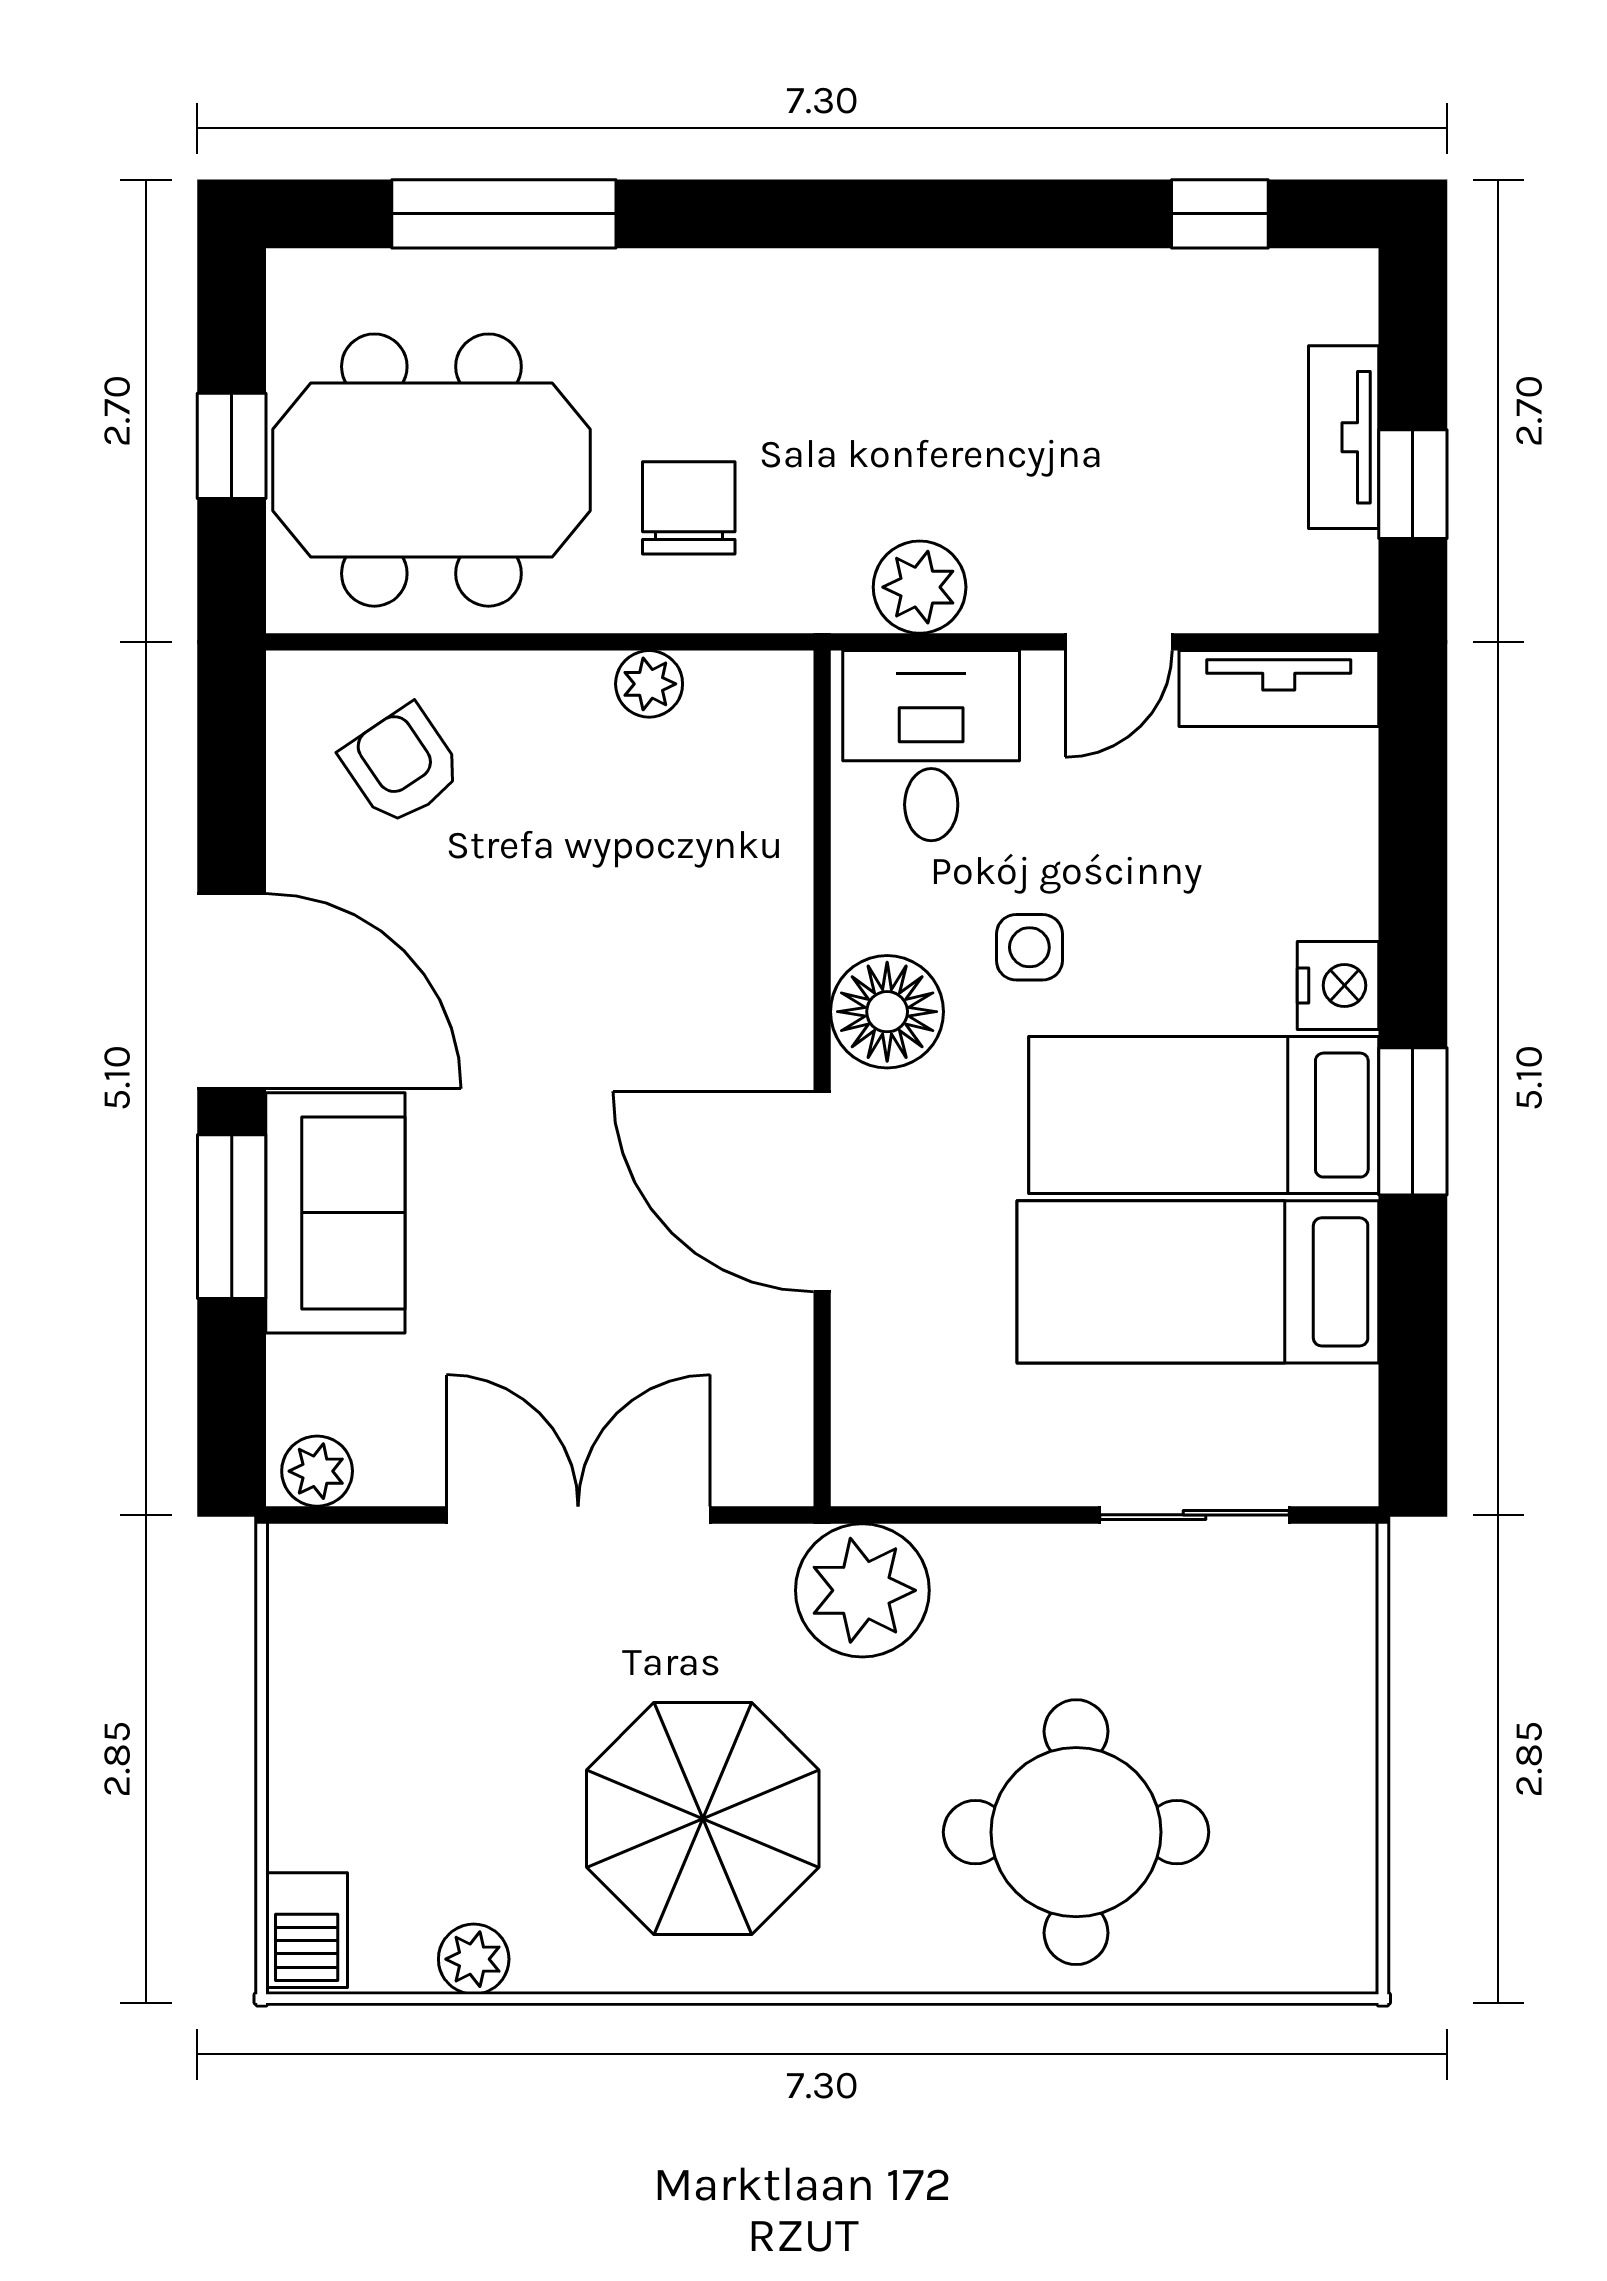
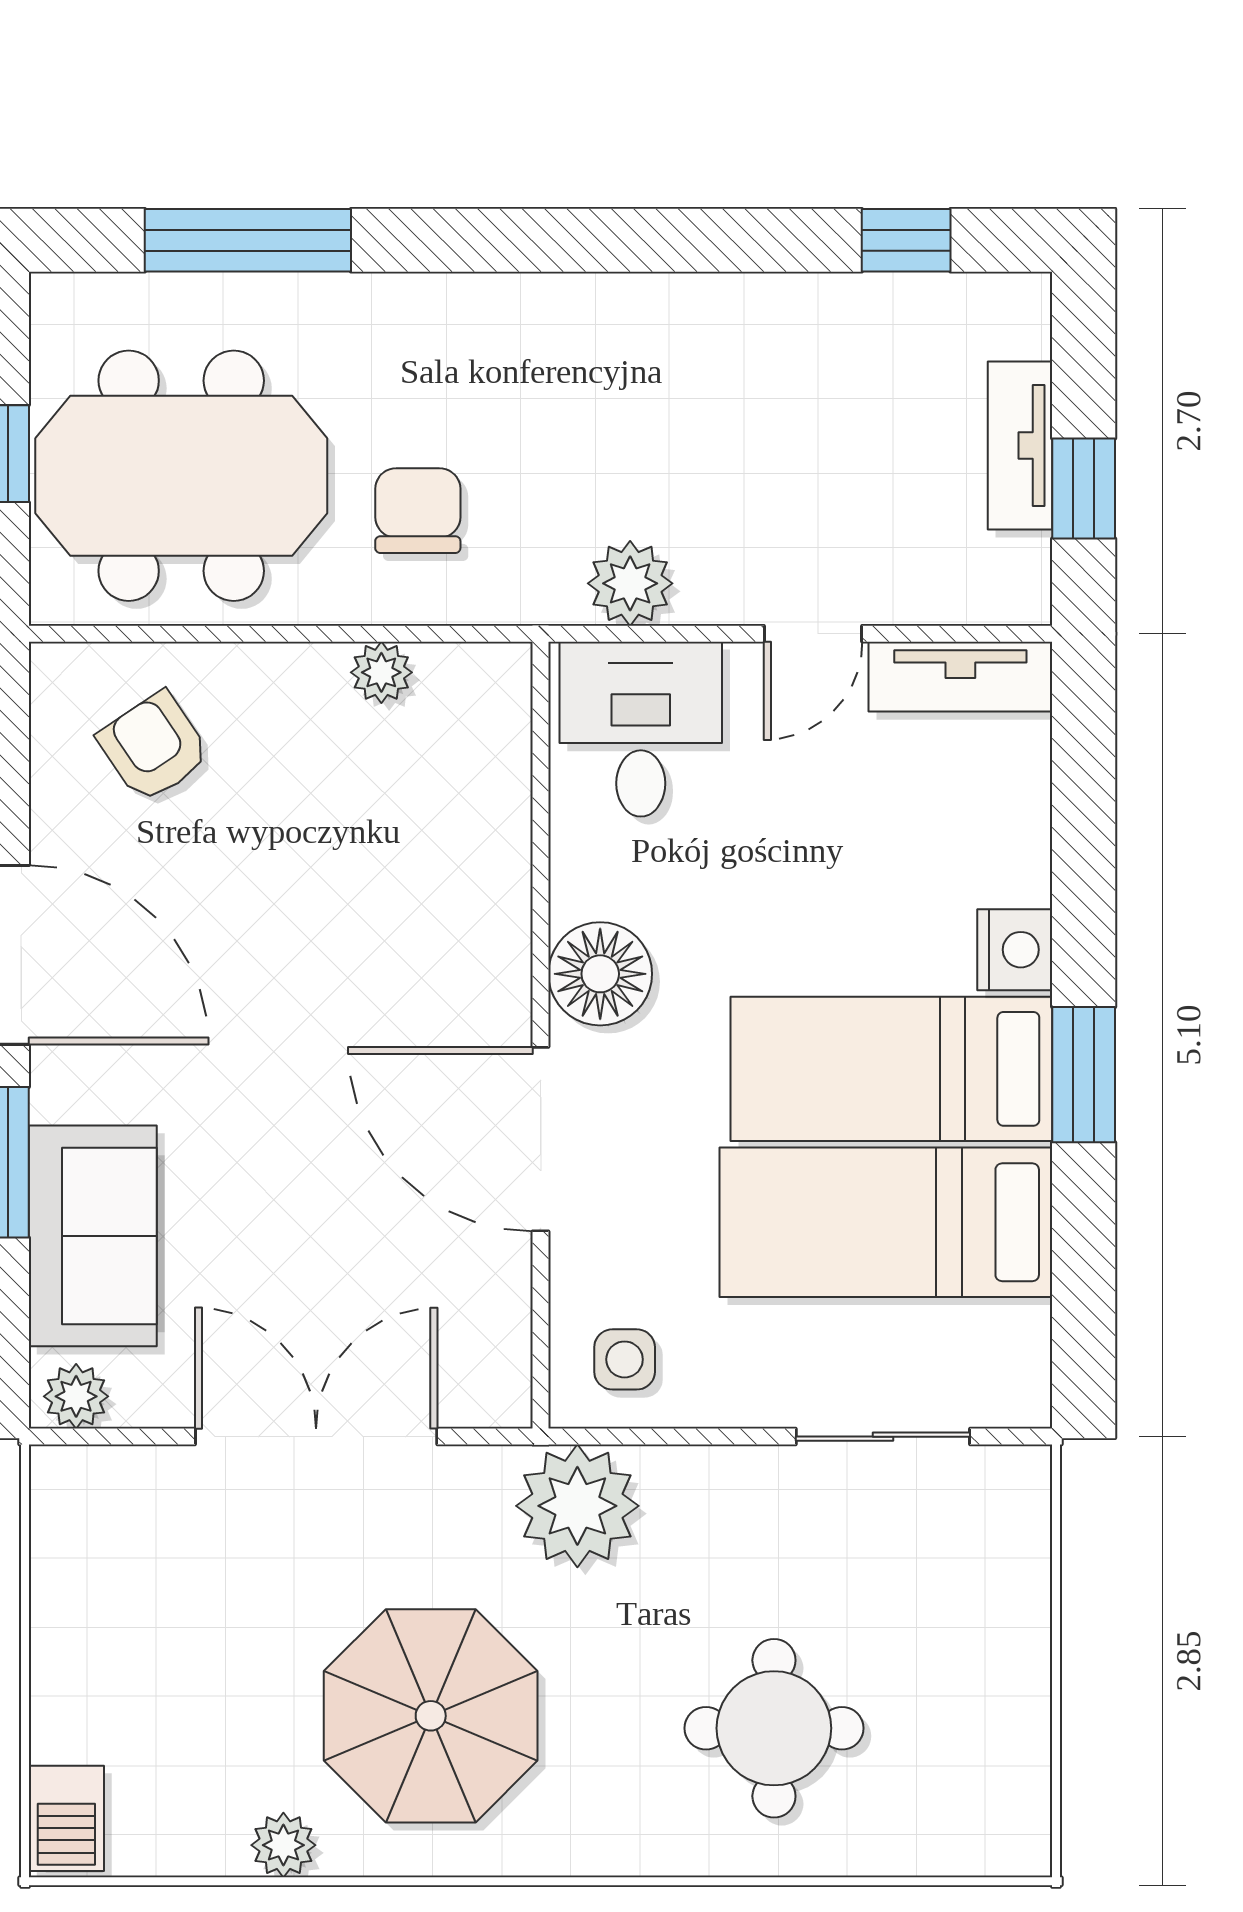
side table: (1029, 947) -> (625, 1359), moved
sofa: (335, 1213) -> (93, 1236), moved
round table: (1076, 1832) -> (774, 1728), width x0.73, depth x0.73
plant: (474, 1959) -> (283, 1845), moved

